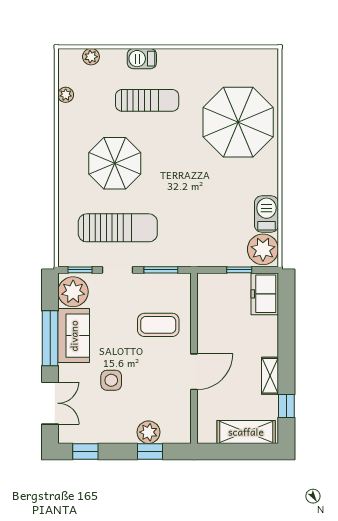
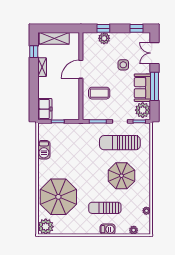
plant: (263, 249) -> (46, 227), moved

